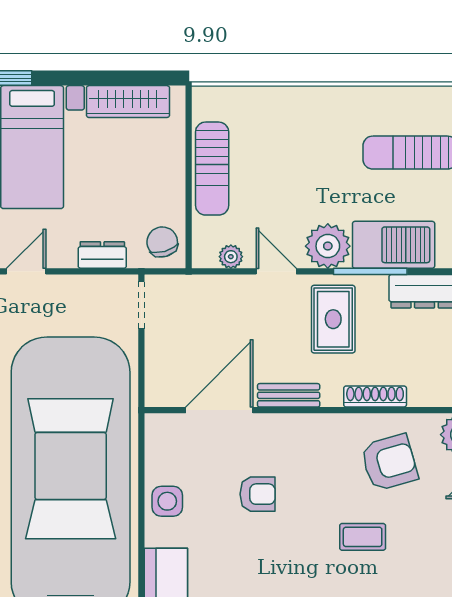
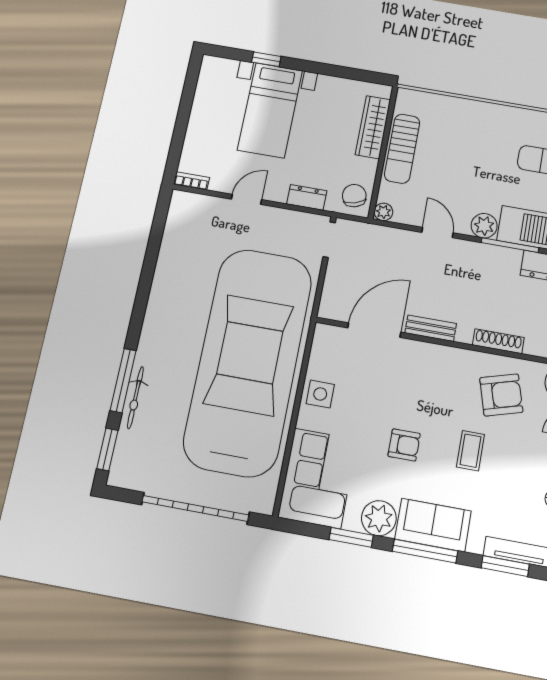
wardrobe: (128, 102) -> (373, 127), moved, turned 90
plant: (328, 246) -> (484, 226), width x0.73, depth x0.73
plant: (231, 257) -> (383, 212), moved
rug: (333, 319) -> (475, 276), removed
armchair: (258, 494) -> (404, 445), moved
coffee table: (363, 537) -> (470, 451), turned 90

